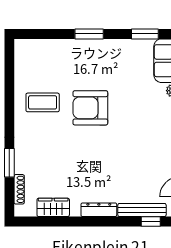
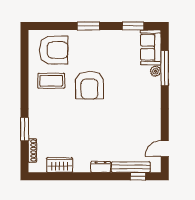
armchair: (46, 64) -> (54, 50), added
armchair: (90, 108) -> (89, 85), turned -90
dresser: (99, 210) -> (101, 167), width x0.70

